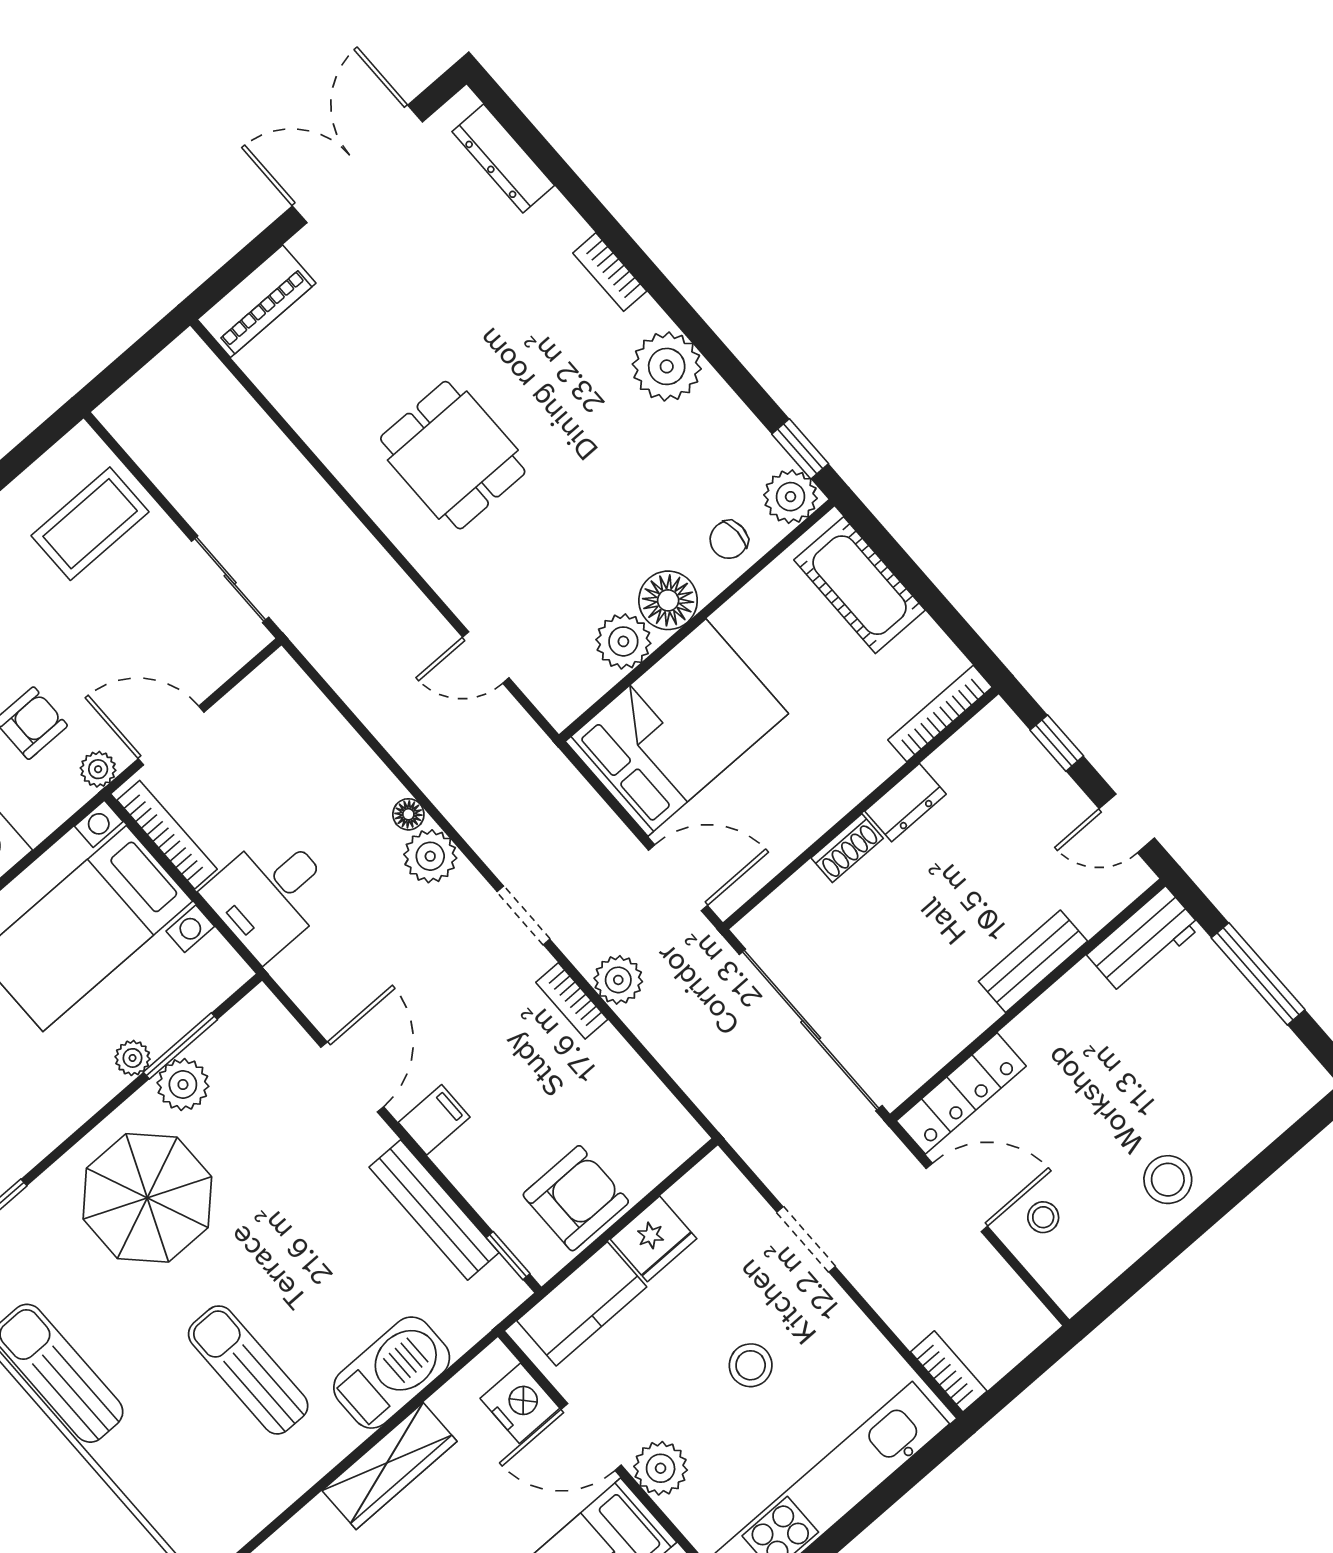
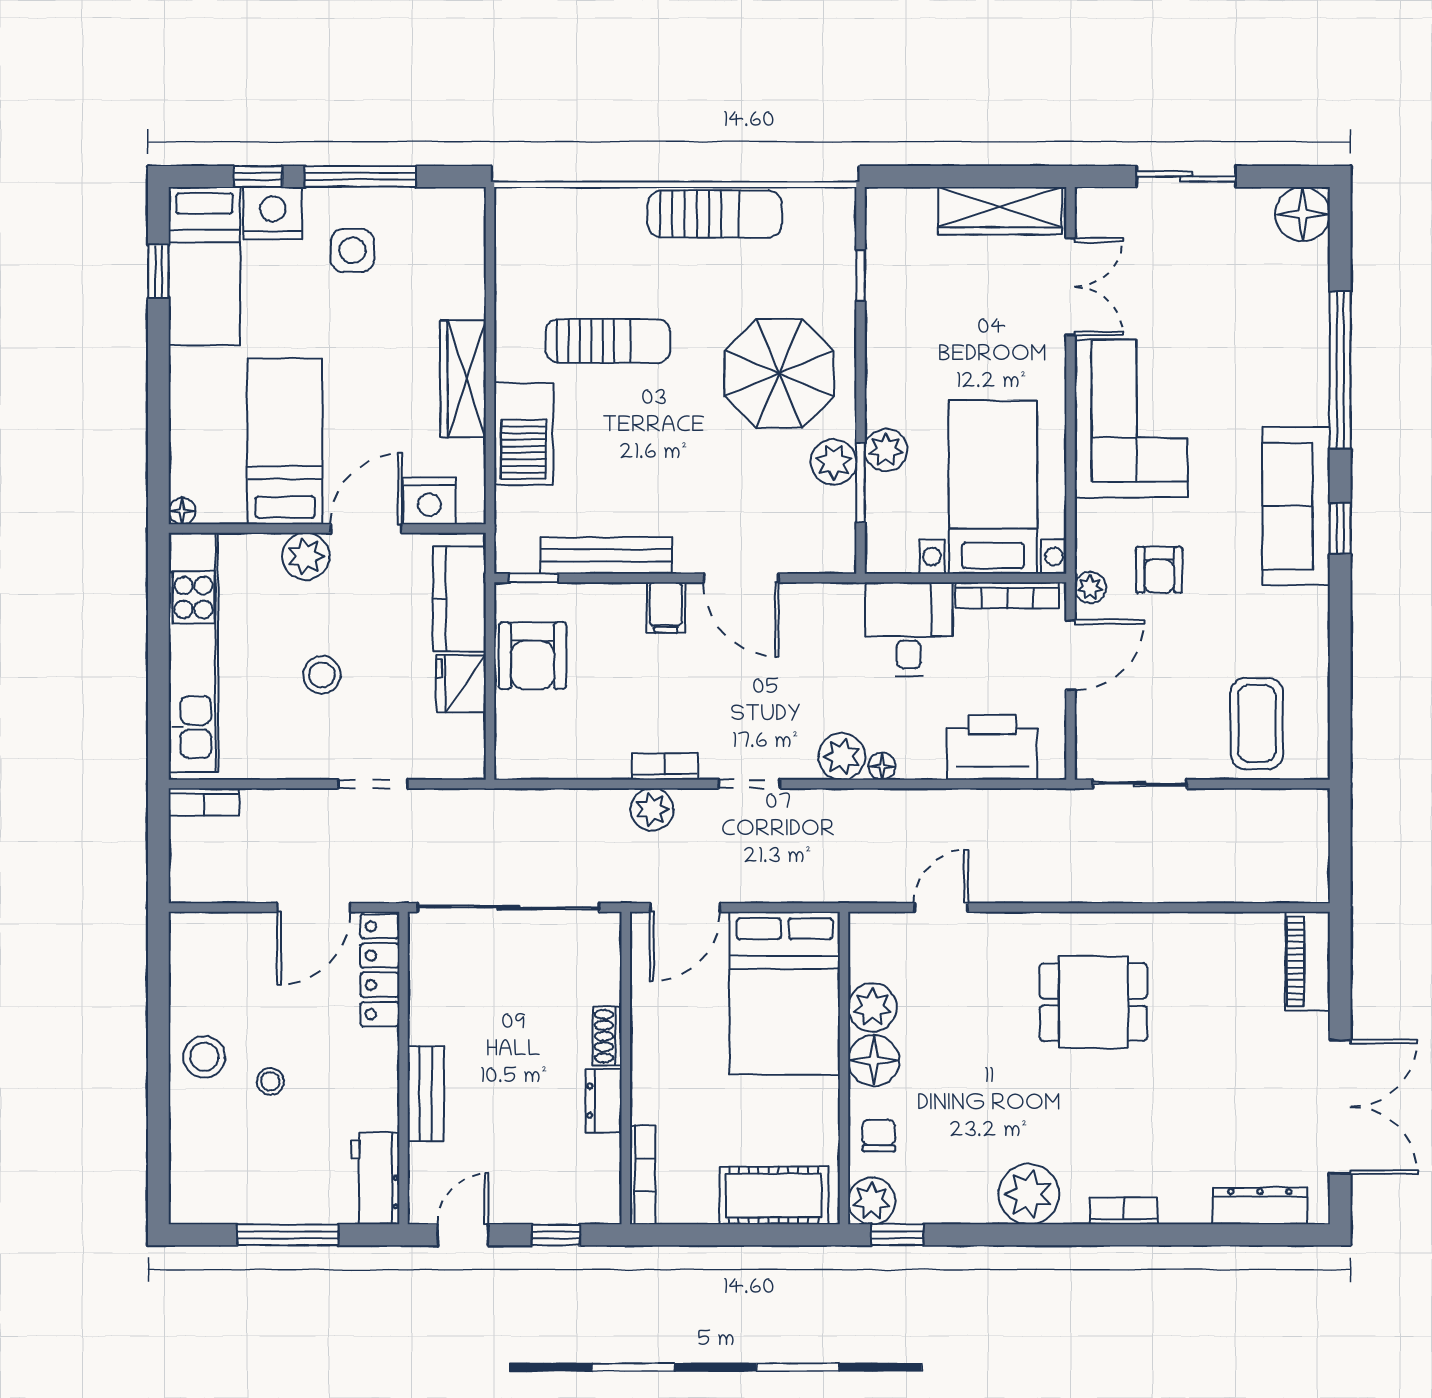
printer: (309, 733) -> (992, 747), added
plant: (133, 1058) -> (886, 450), width x1.38, depth x1.38
stool: (1043, 1217) -> (270, 1081), moved

